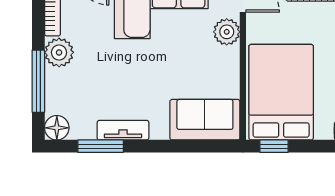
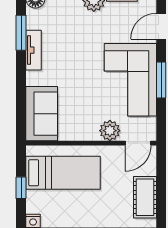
bed: (281, 92) -> (63, 173), width x0.67
window: (274, 146) -> (21, 188), moved

